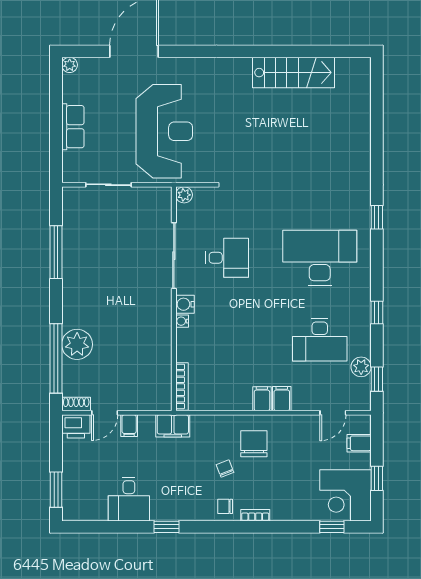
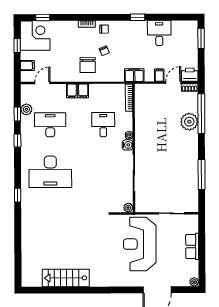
desk: (227, 258) -> (103, 125), moved, turned 90
window: (377, 379) -> (17, 114), moved

